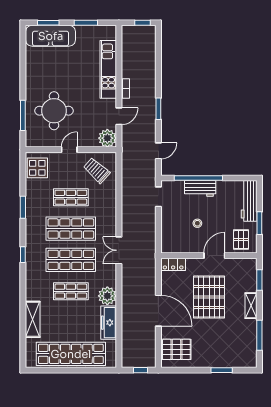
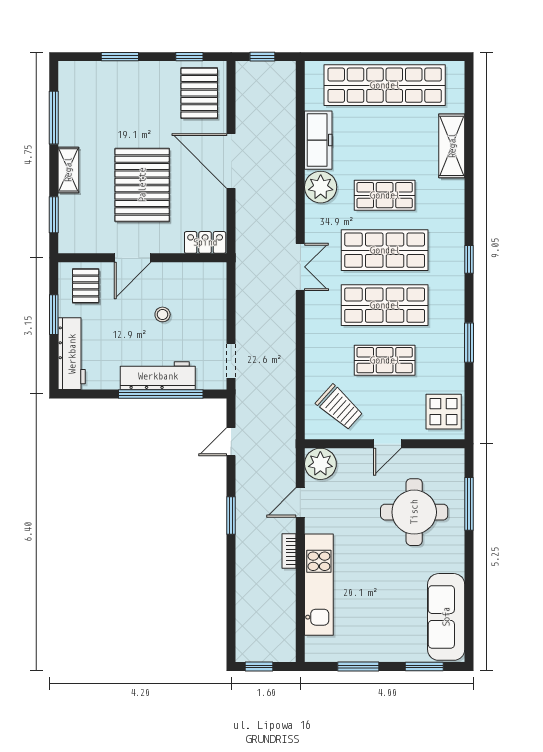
sofa: (51, 36) -> (446, 617), moved, turned -90
workbench: (200, 188) -> (158, 376), width x1.37
pallet: (176, 349) -> (199, 93), turned 90
window: (182, 370) -> (189, 57), added

